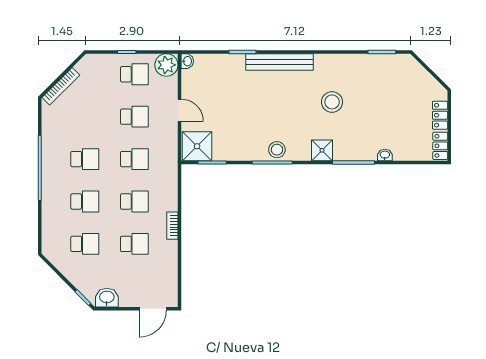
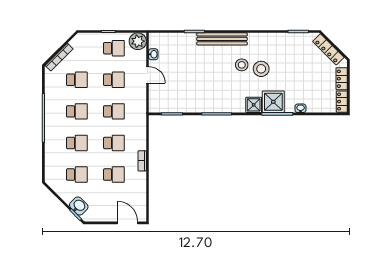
washbasin: (187, 61) -> (153, 54), moved
locker: (422, 76) -> (328, 49), added
school desk: (85, 117) -> (77, 80), added
shower: (197, 146) -> (273, 102), moved
stool: (277, 150) -> (242, 65), moved
washbasin: (107, 298) -> (79, 206), moved, turned 45
door: (153, 309) -> (128, 223), swing flipped

